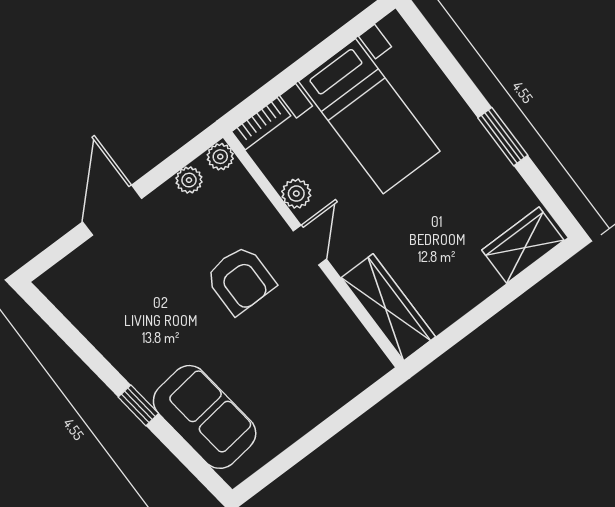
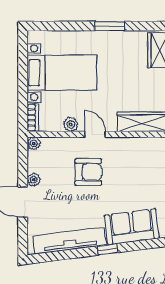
plant: (189, 180) -> (34, 180), moved
tv unit: (107, 333) -> (70, 241), added

